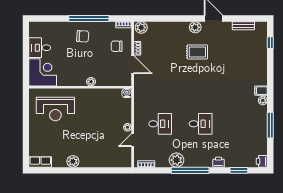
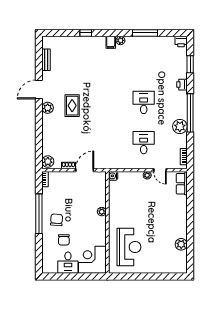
window: (270, 43) -> (86, 33), moved
chair: (117, 46) -> (64, 240), moved
plant: (73, 161) -> (181, 244), moved
row of seats: (40, 162) -> (182, 184), moved

